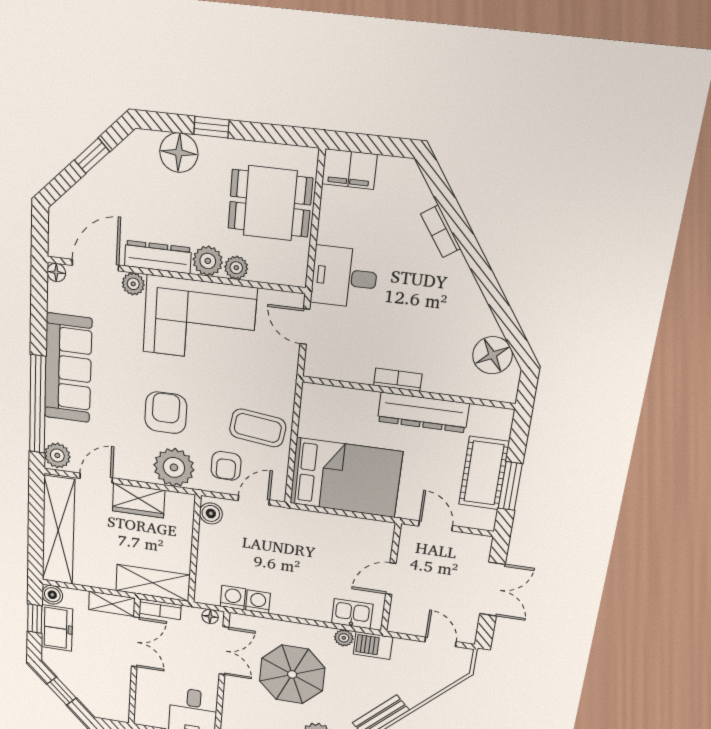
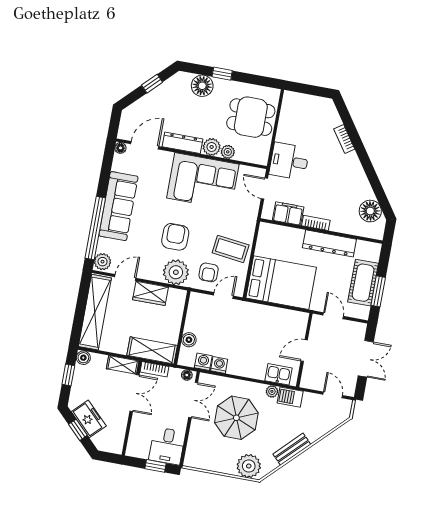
filing cabinet: (349, 169) -> (288, 214), moved, turned 180
plant: (133, 284) -> (166, 157), removed
boiler: (211, 513) -> (189, 340), moved
freezer: (57, 628) -> (89, 419), moved, turned -45

